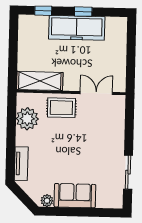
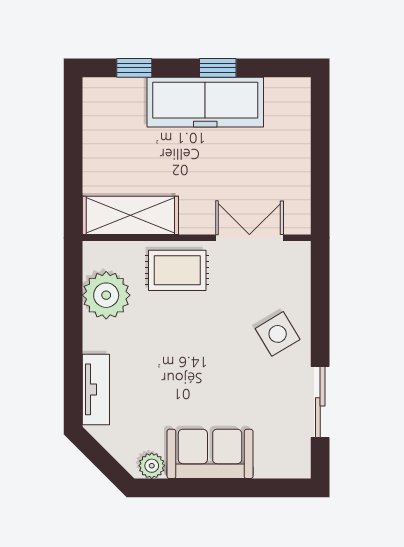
side table: (109, 139) -> (278, 334), added

